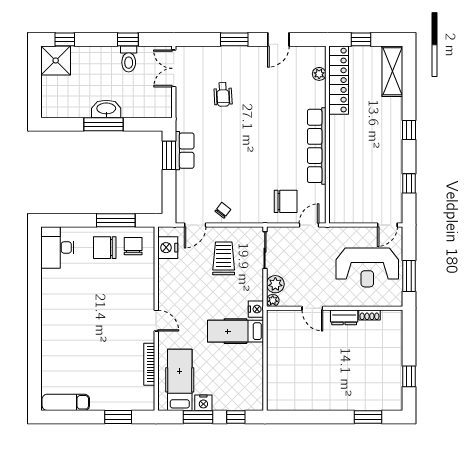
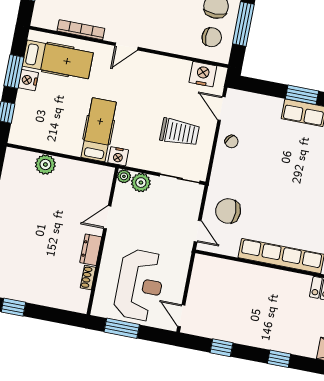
chair: (286, 201) -> (228, 211), turned 90
reception desk: (367, 267) -> (140, 285), turned 180
plant: (276, 373) -> (45, 164), added

